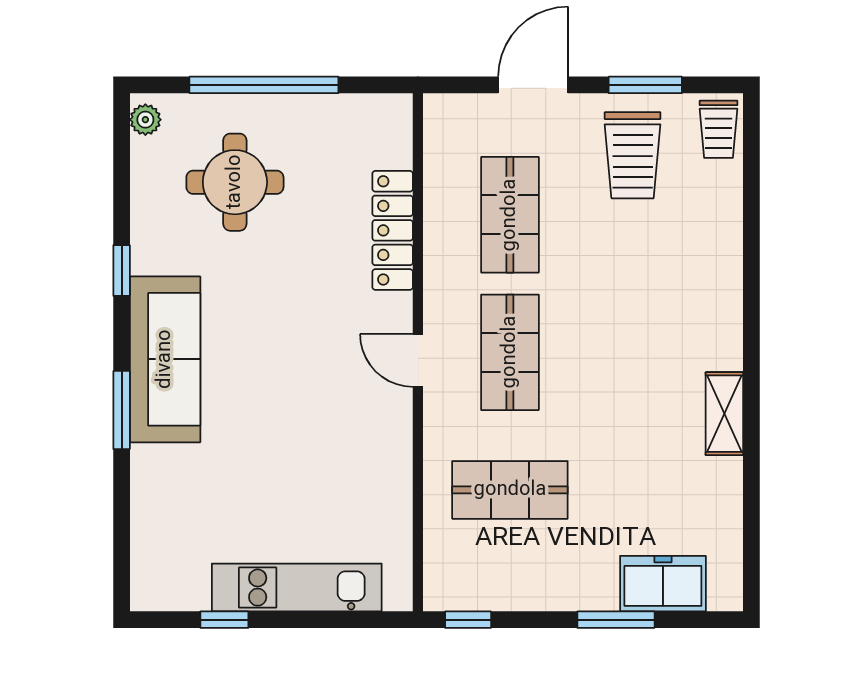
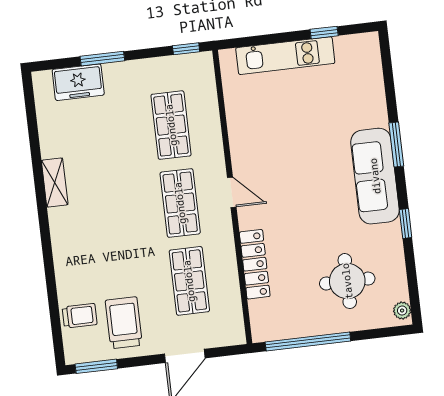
window: (264, 85) -> (308, 341), moved
window: (645, 85) -> (96, 366), moved
trolley: (719, 129) -> (80, 316), moved, turned 90
shop shelf: (510, 490) -> (171, 125), turned 90

